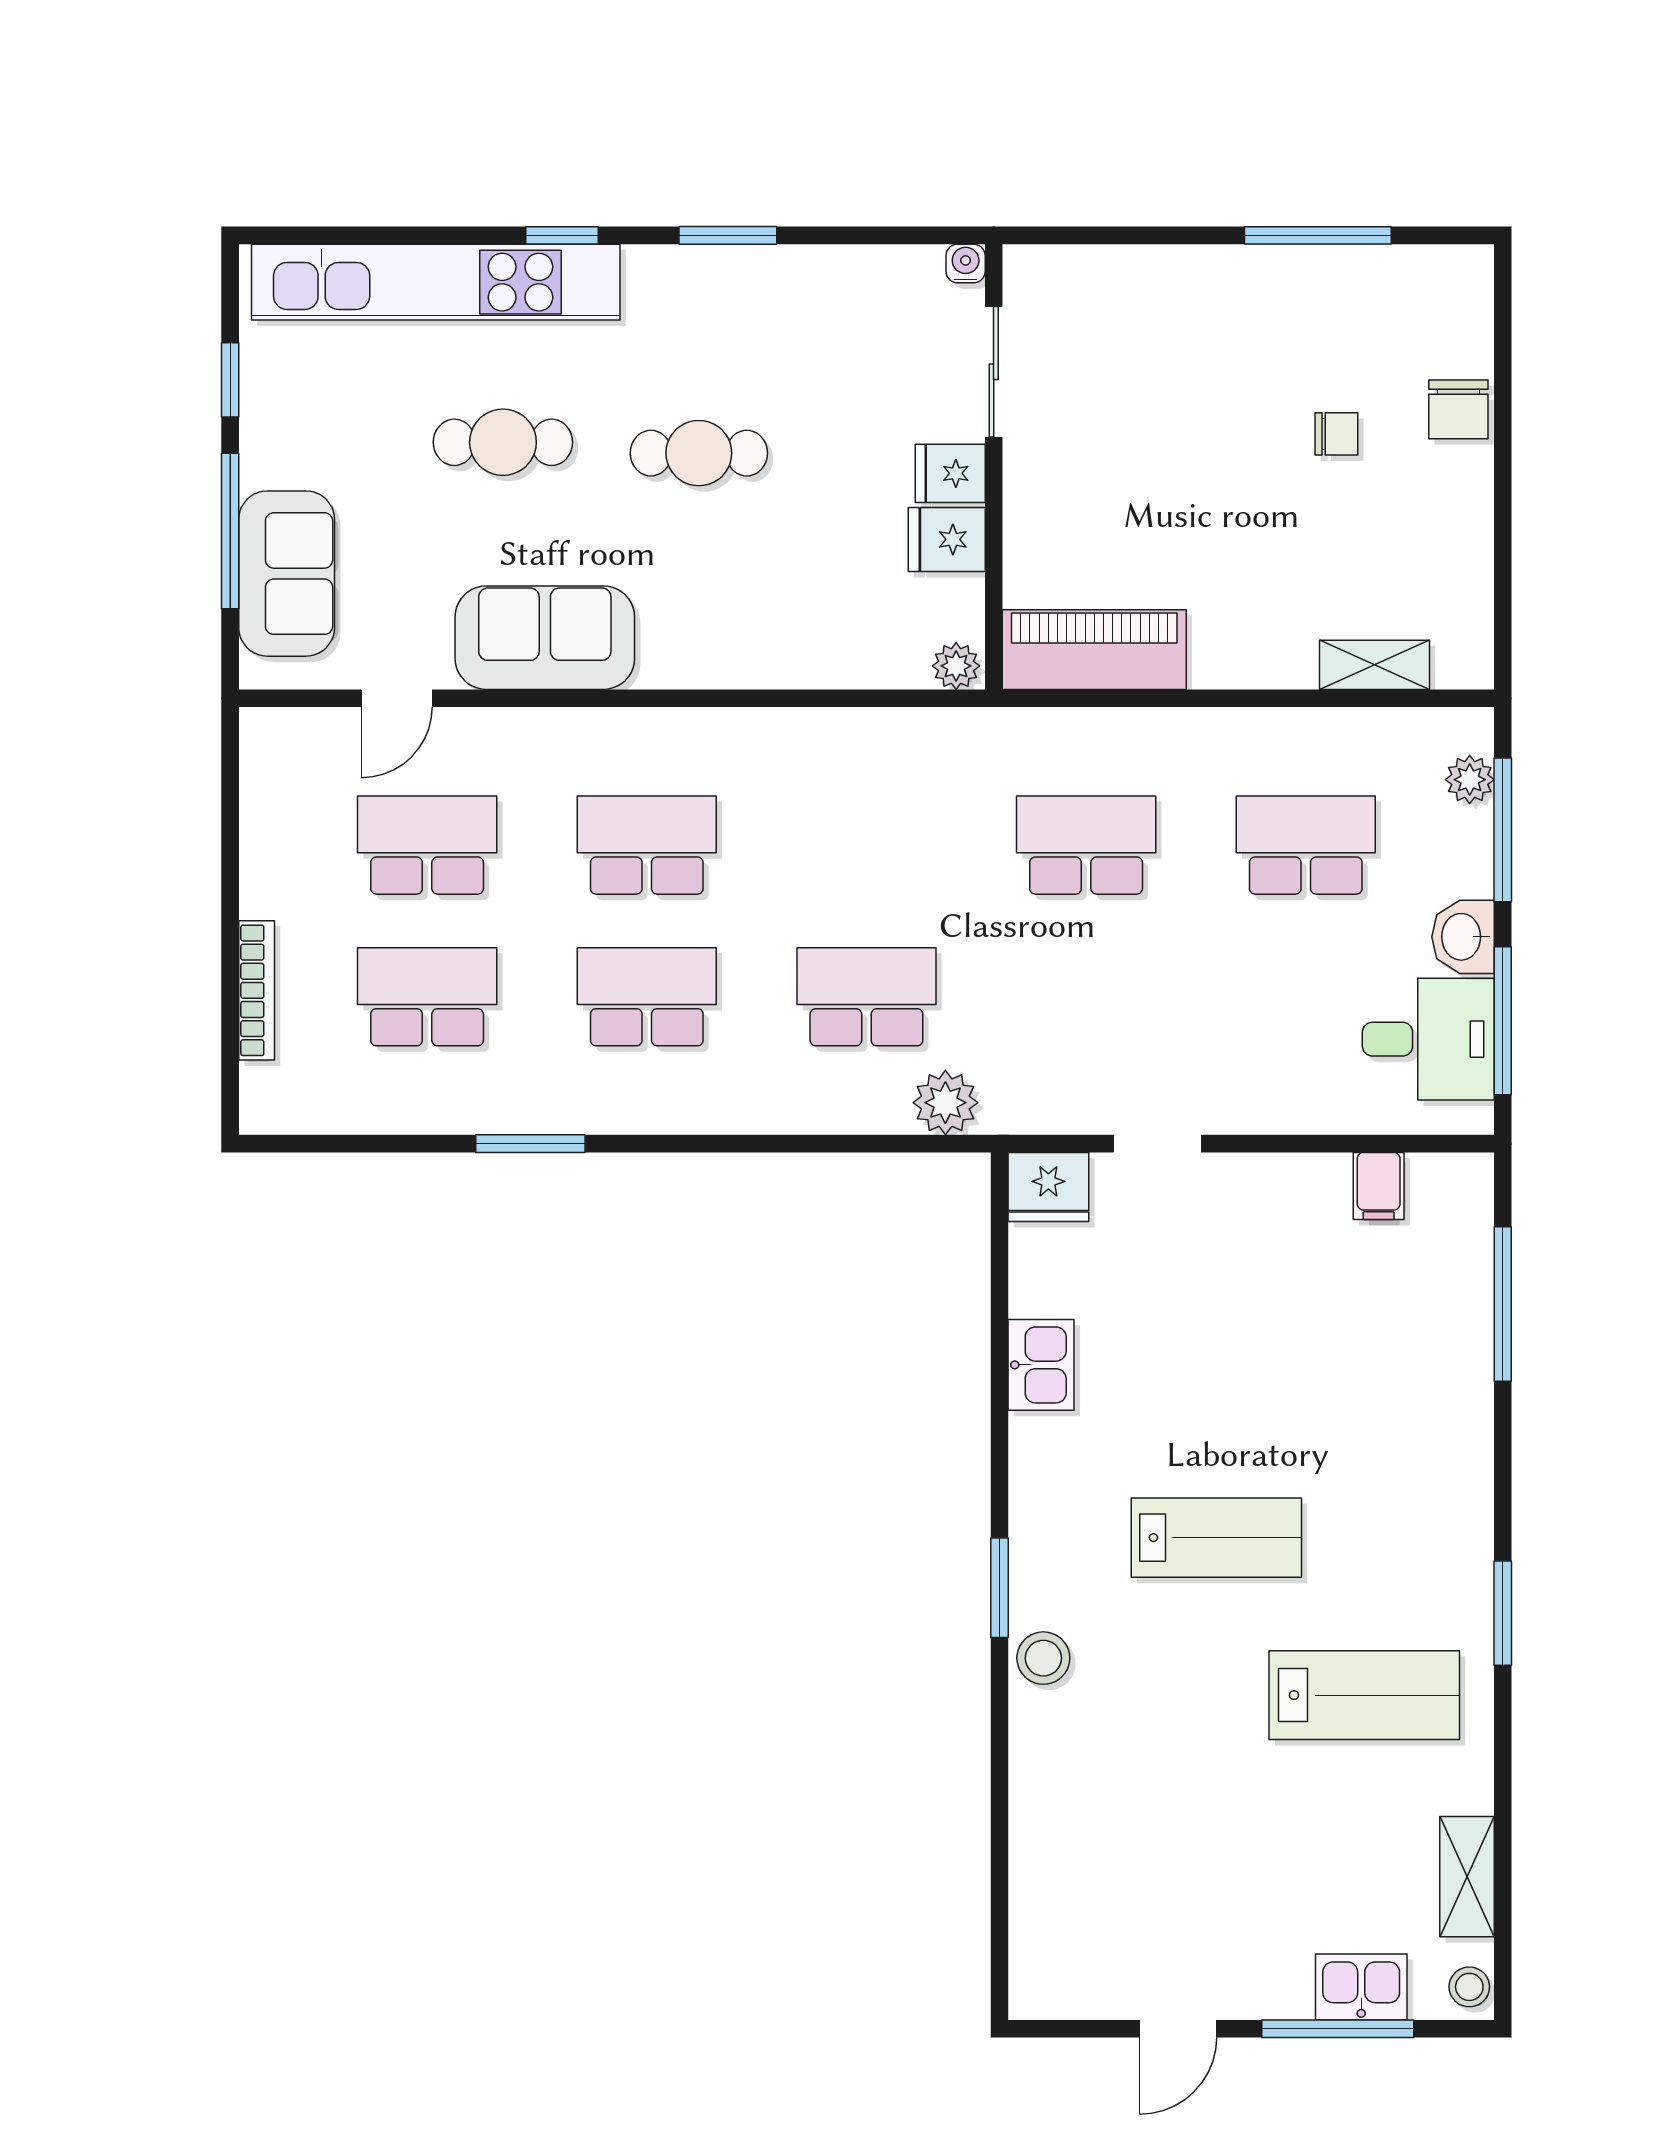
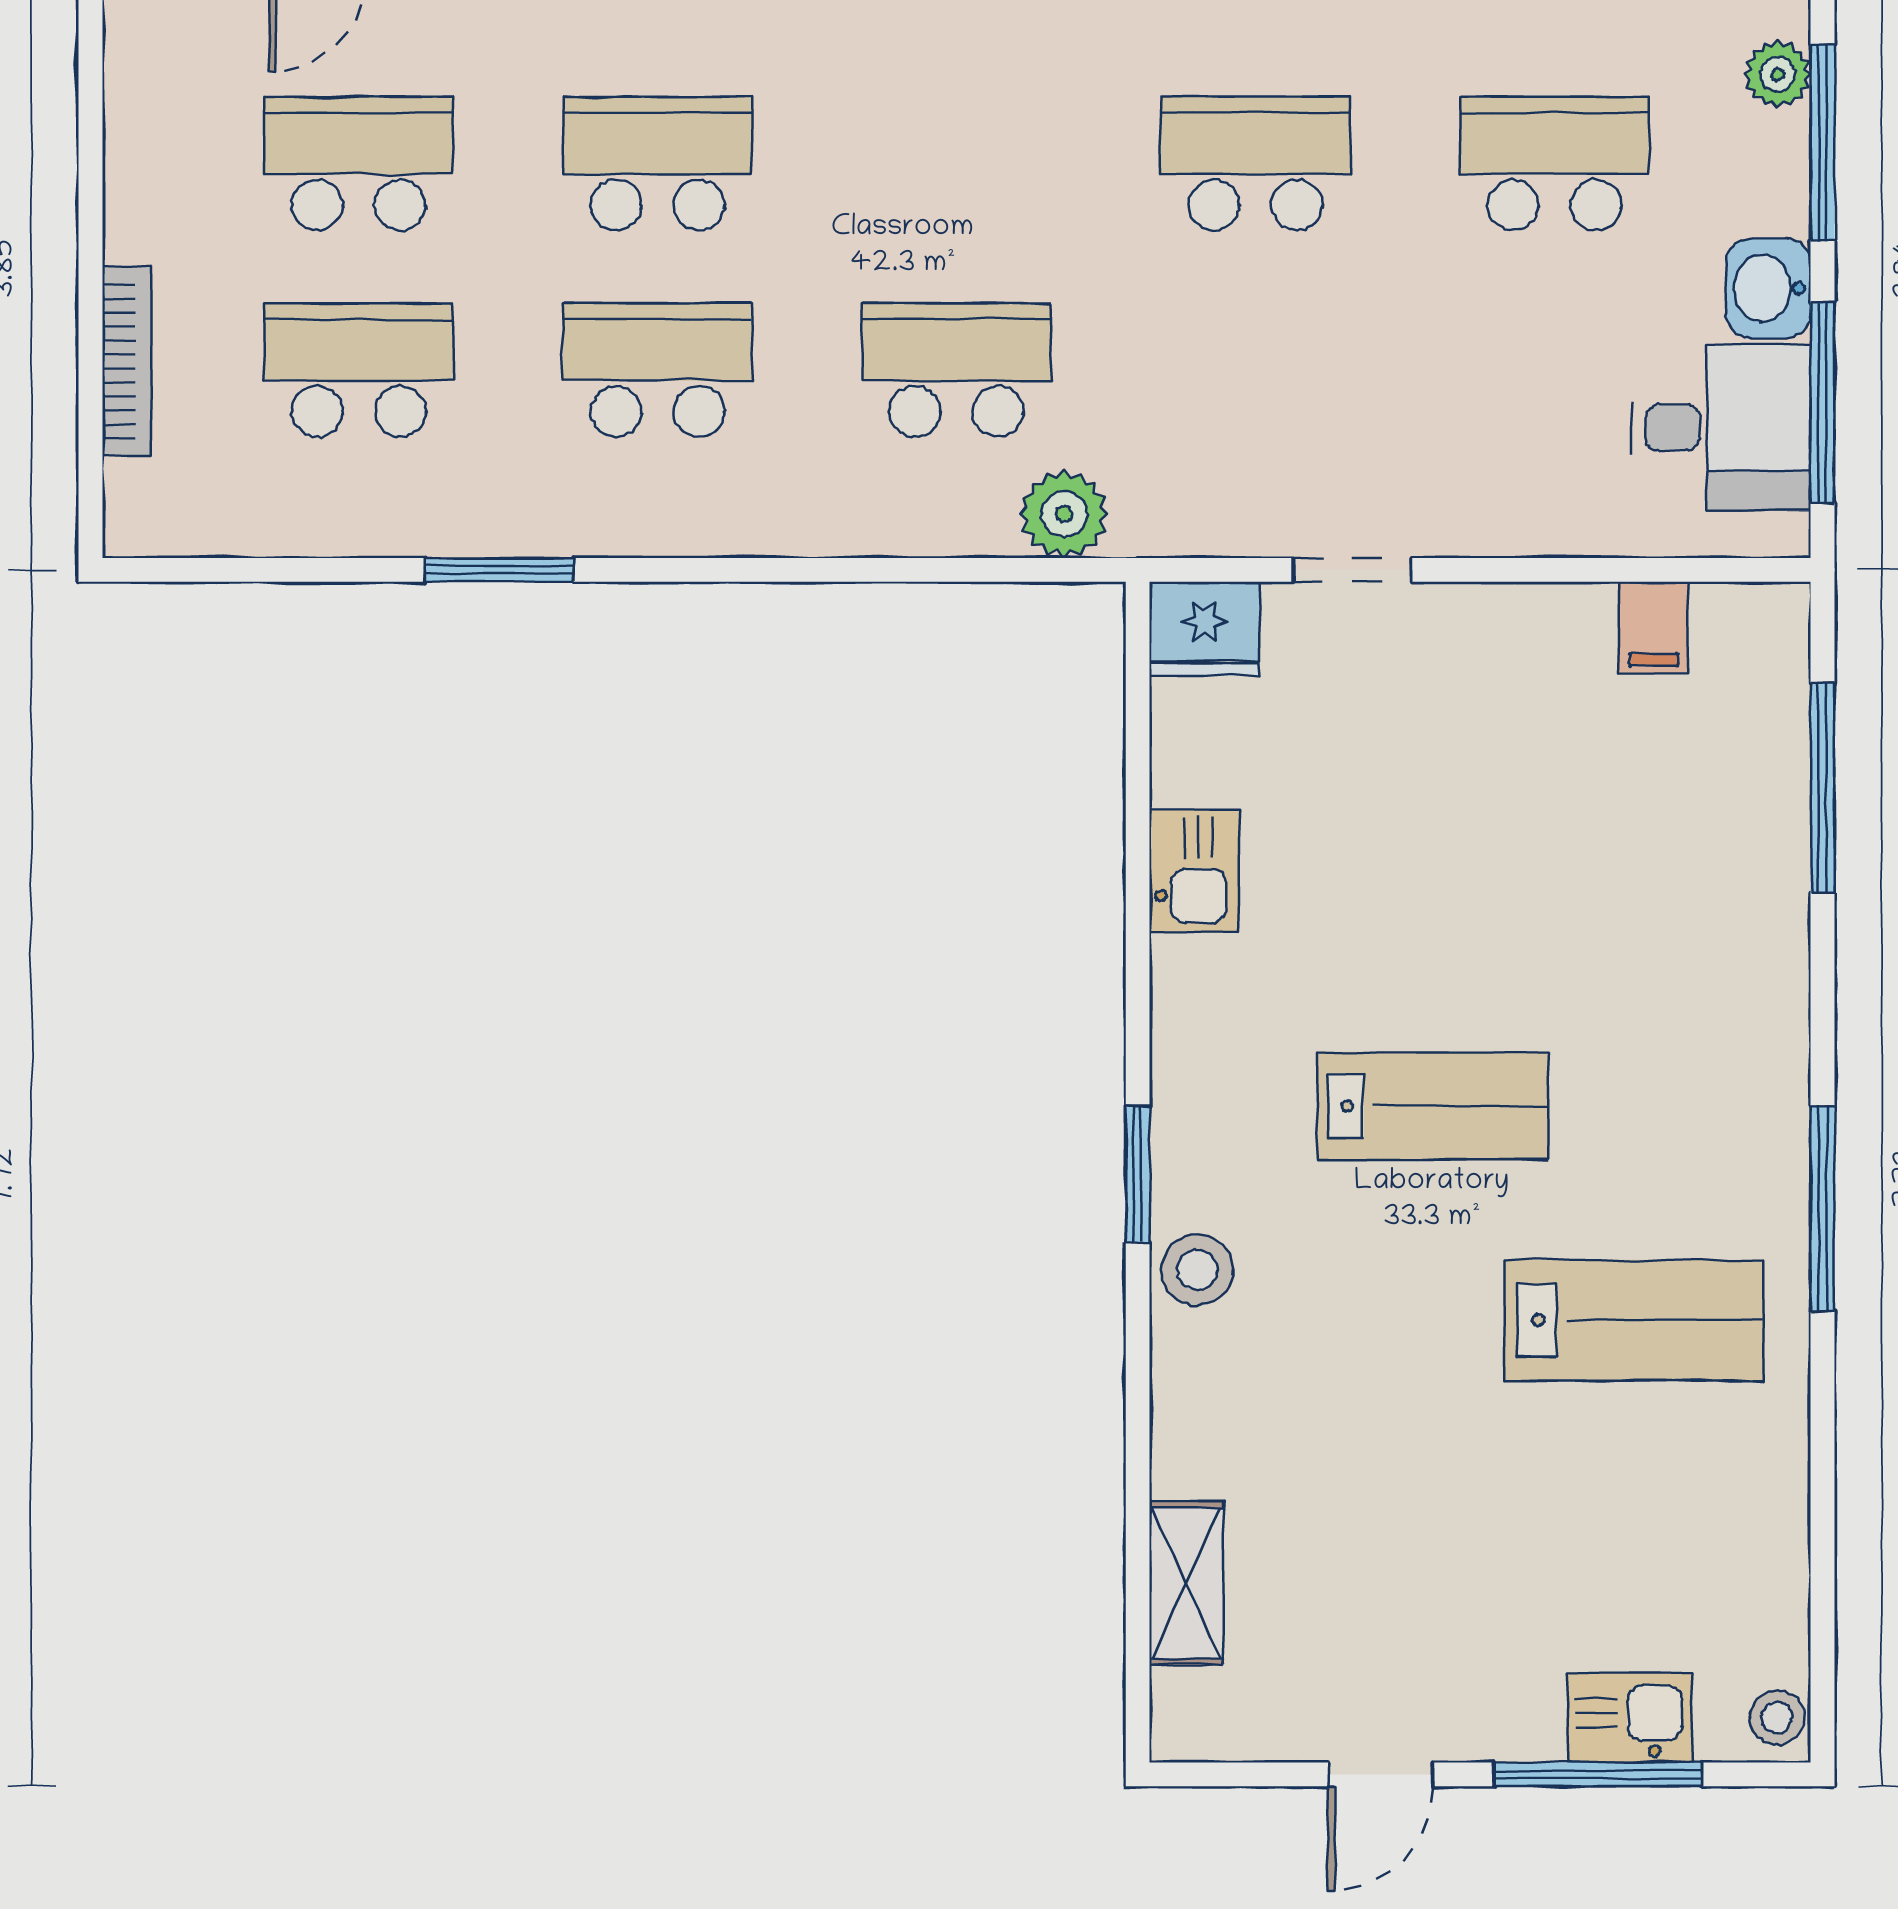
window: (1503, 1613) -> (1823, 1209), width x1.44
shelving: (1467, 1877) -> (1186, 1583), moved

